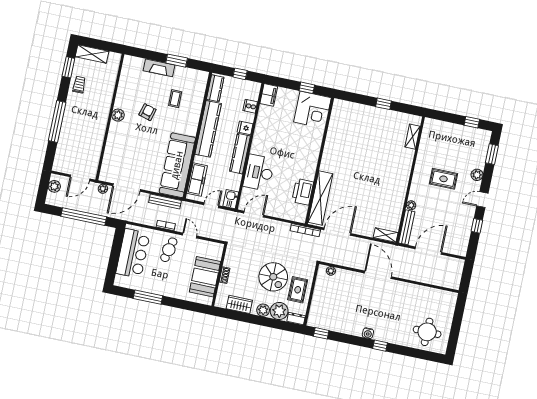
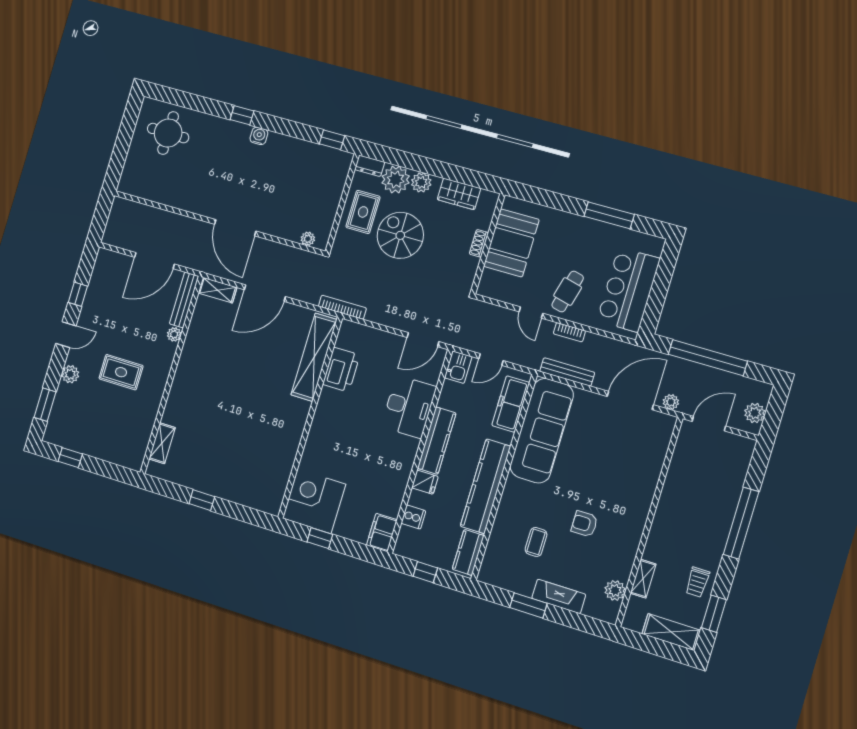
shelving: (111, 83) -> (643, 579), added
armchair: (147, 112) -> (584, 524), turned 74
plant: (118, 115) -> (615, 590), moved
door: (337, 232) -> (265, 293), moved

